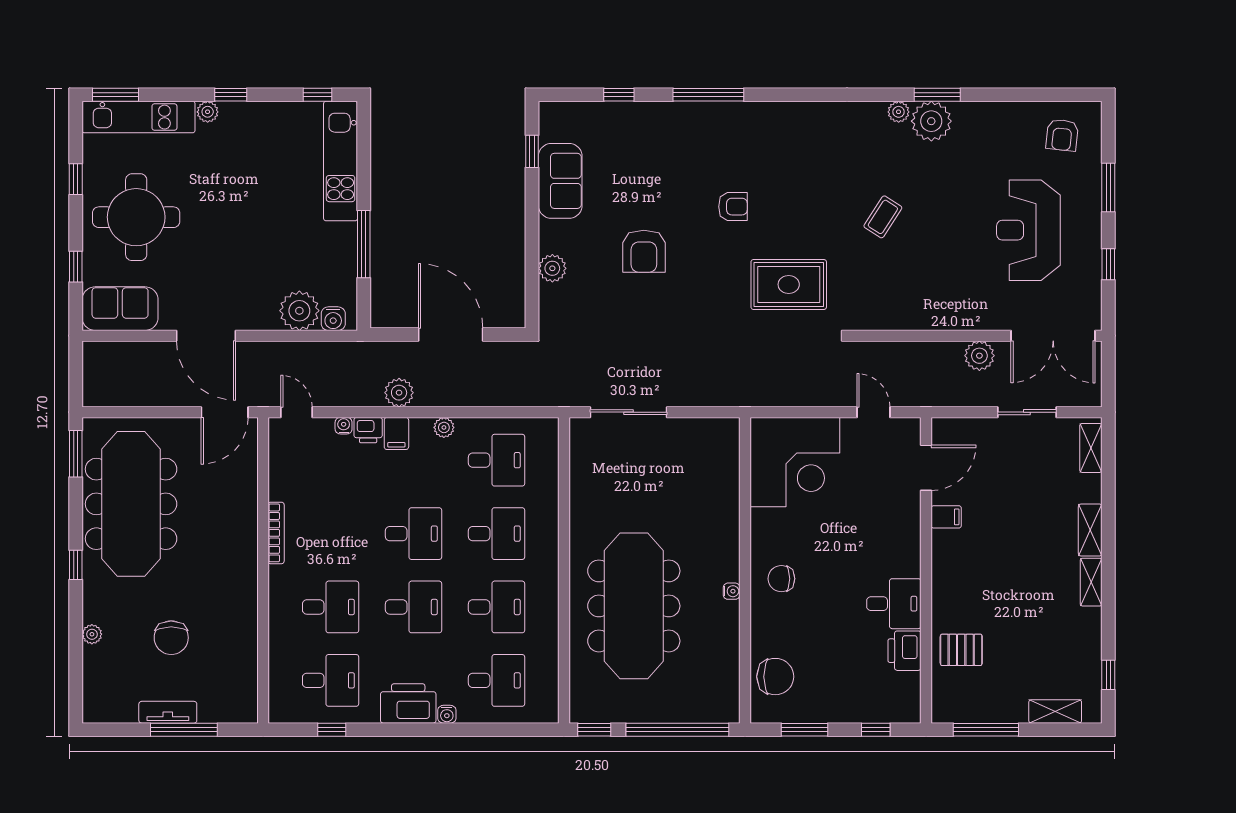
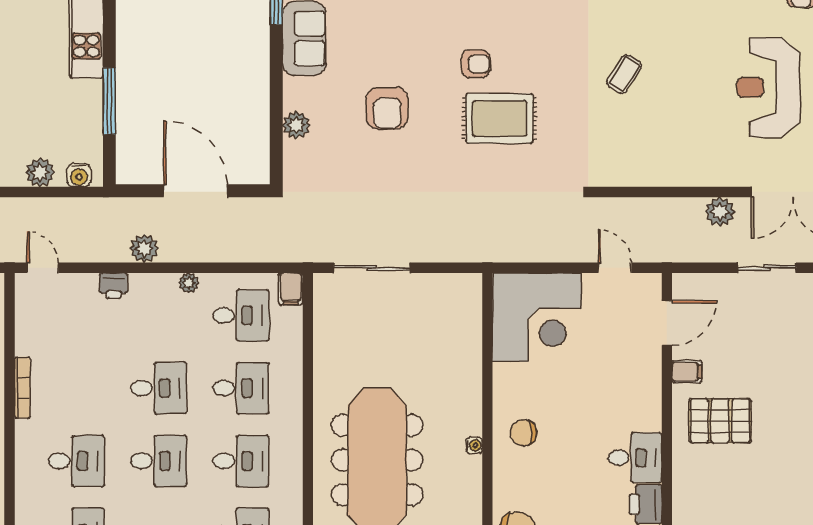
rug: (789, 284) -> (500, 118), moved
plant: (299, 311) -> (40, 172), width x0.73, depth x0.73
water cooler: (344, 426) -> (89, 281), removed
filing cabinet: (396, 433) -> (291, 289), moved
pallet: (961, 650) -> (720, 421), moved, width x1.50, depth x1.42

